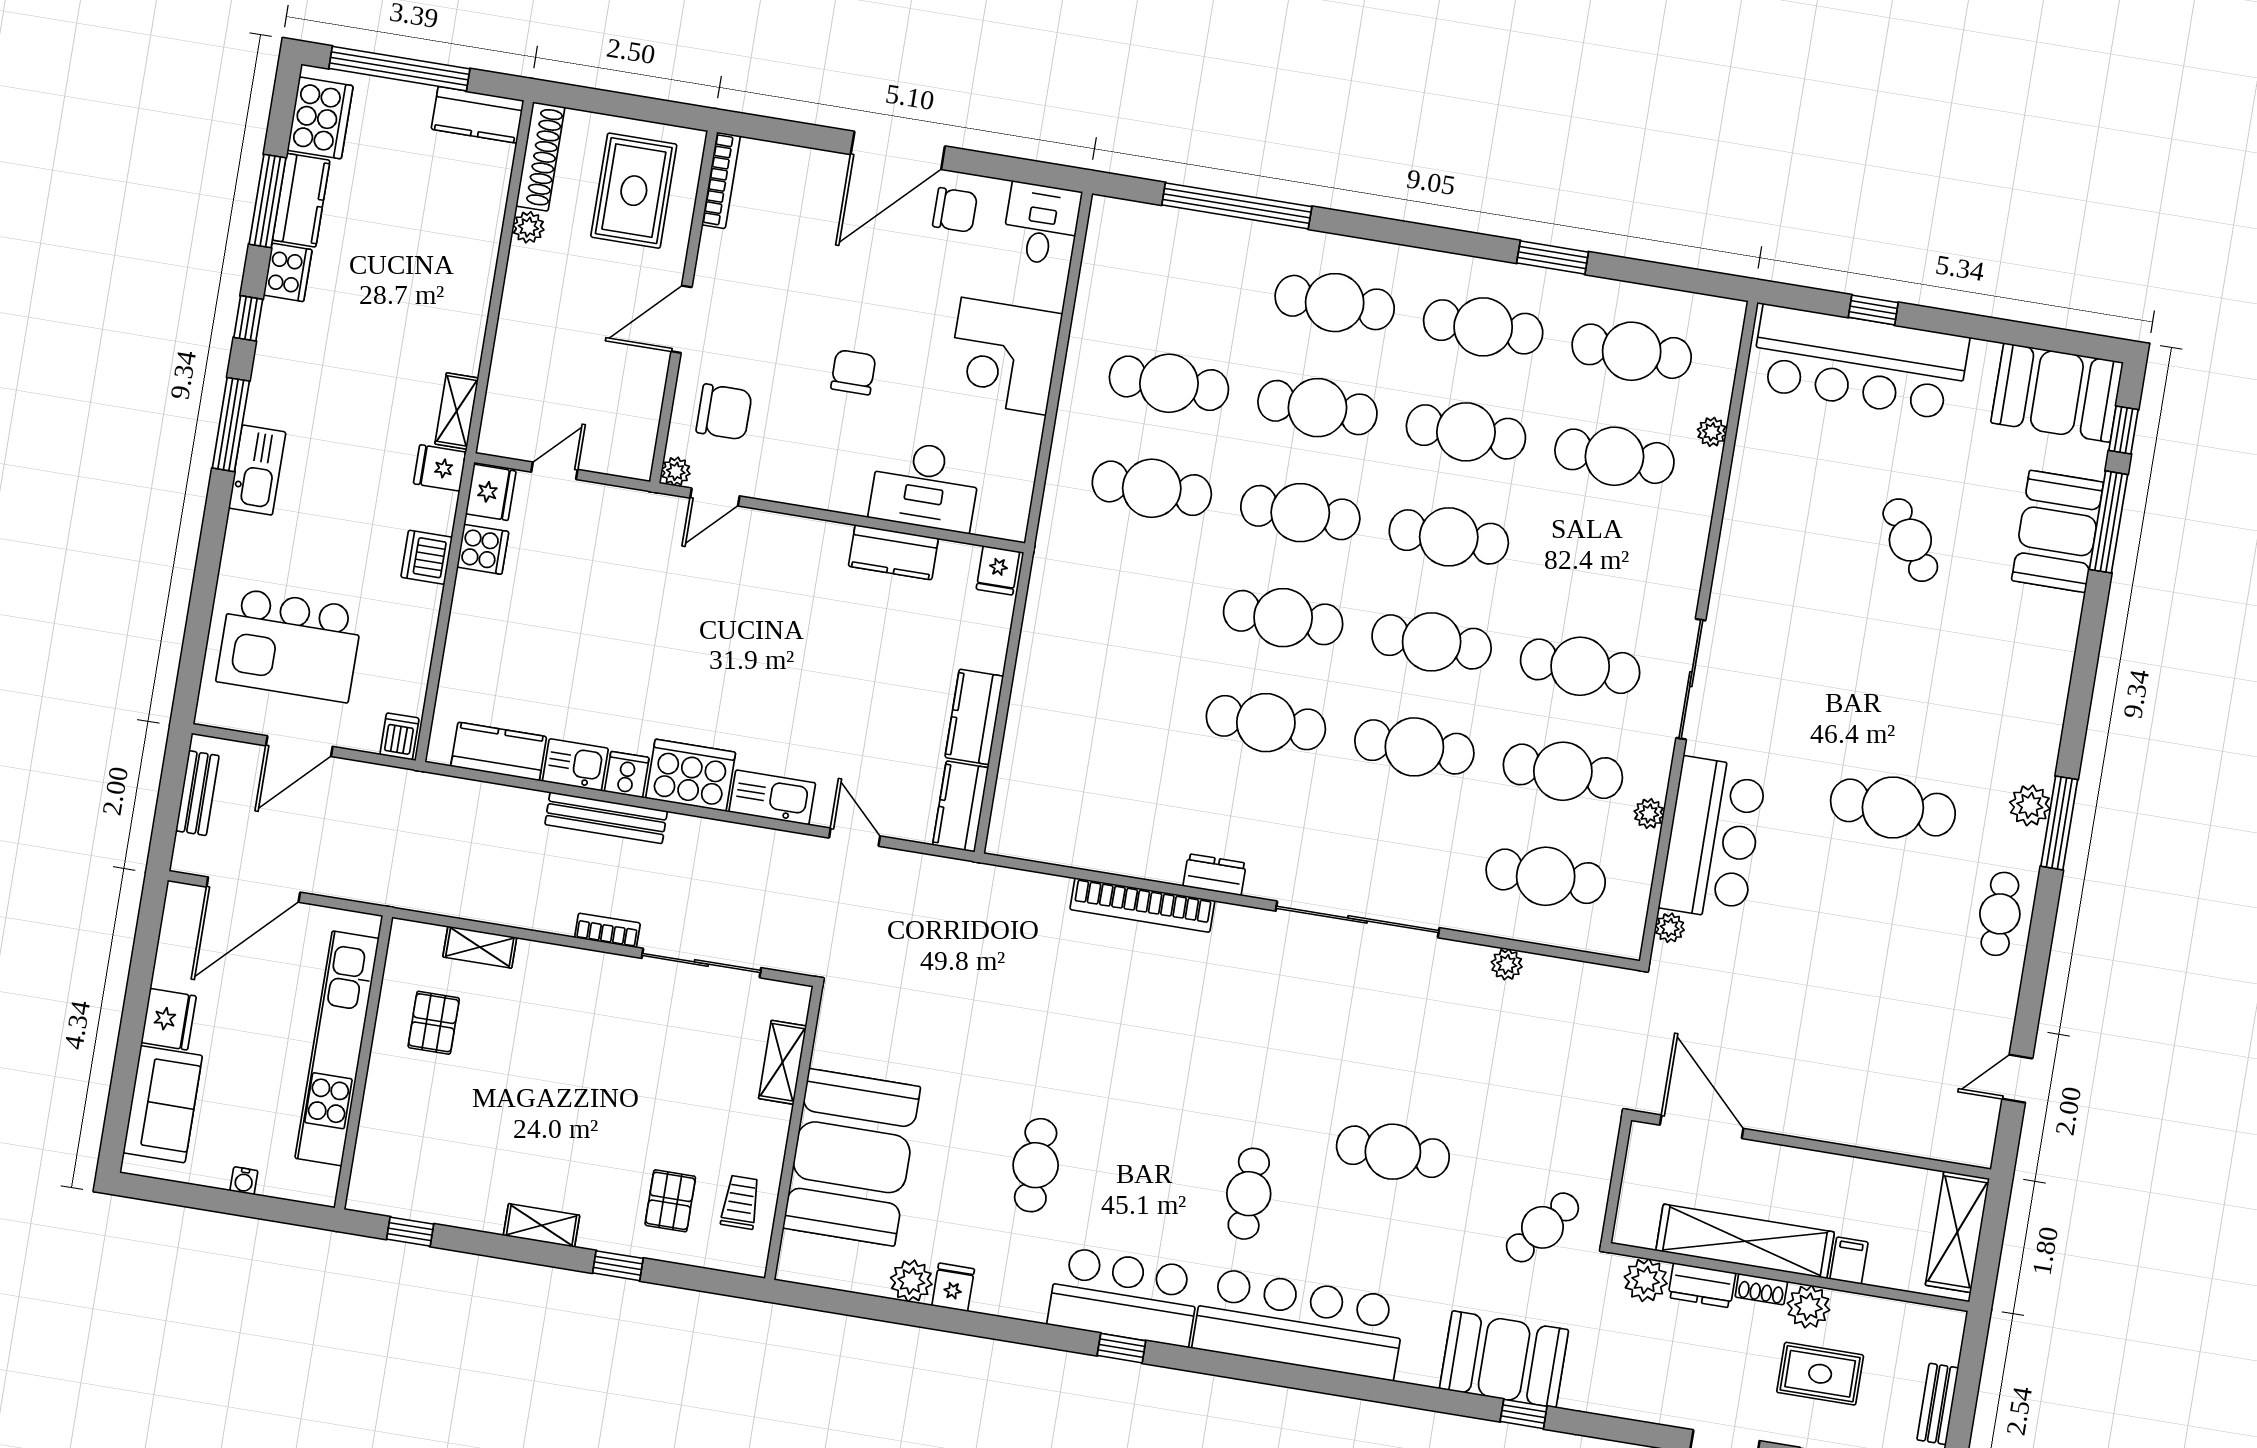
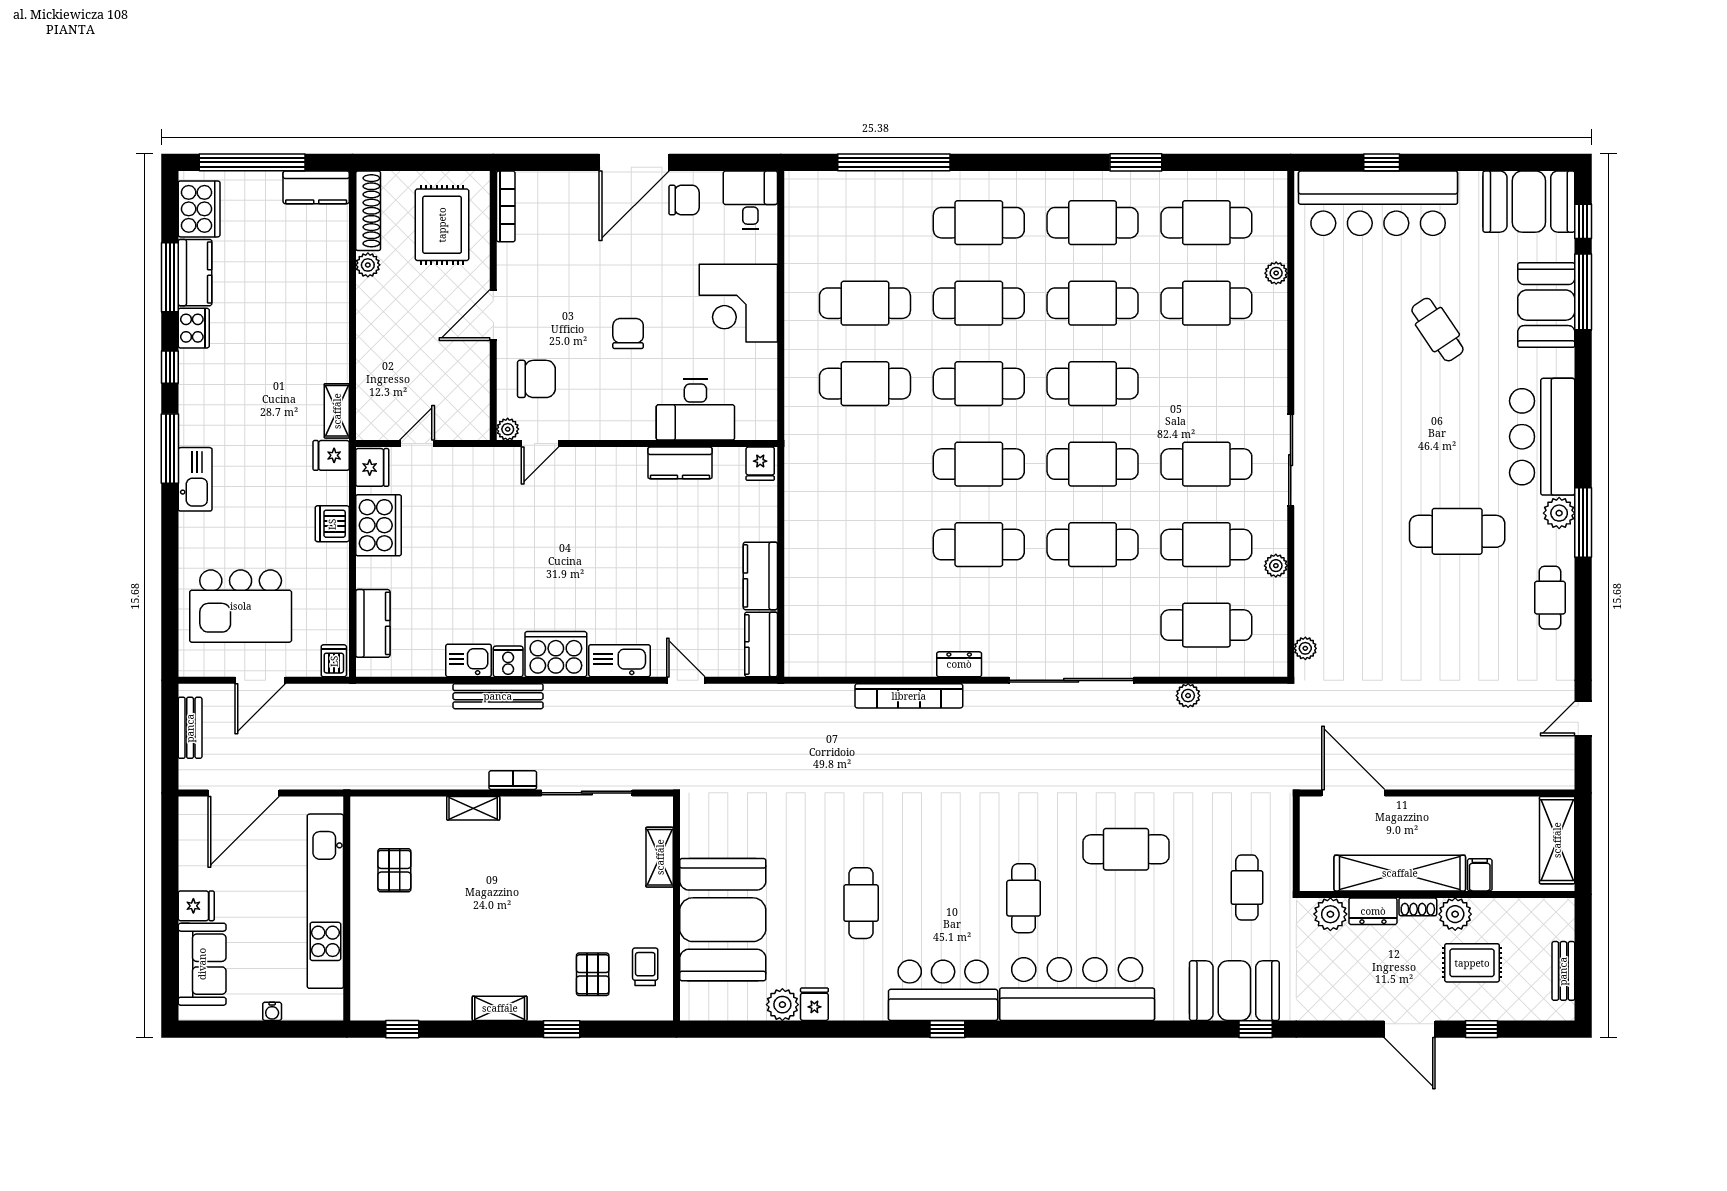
cooker: (483, 549) -> (378, 525), width x1.87, depth x1.31
kitchen counter: (499, 751) -> (373, 623), moved, turned 90
bar counter: (1713, 838) -> (1542, 437), moved, turned 180
shelving: (480, 947) -> (473, 808), moved
fridge: (169, 1019) -> (196, 906), width x0.72
cafe table: (1542, 1227) -> (1247, 888), turned -38

